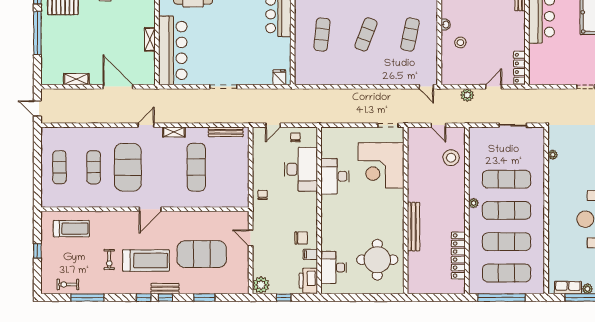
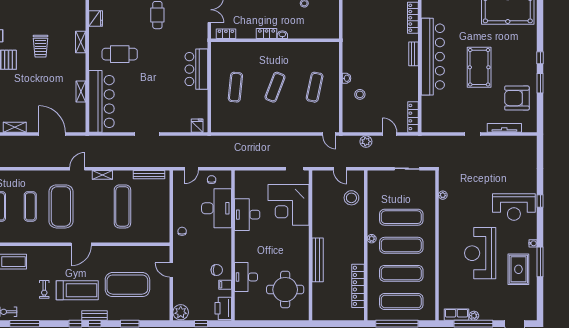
door: (494, 87) -> (390, 134), hinge flipped
desk: (334, 268) -> (246, 277), moved

